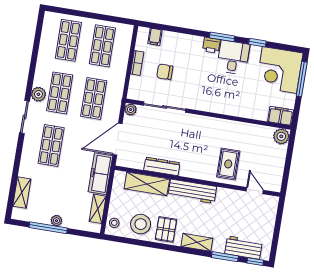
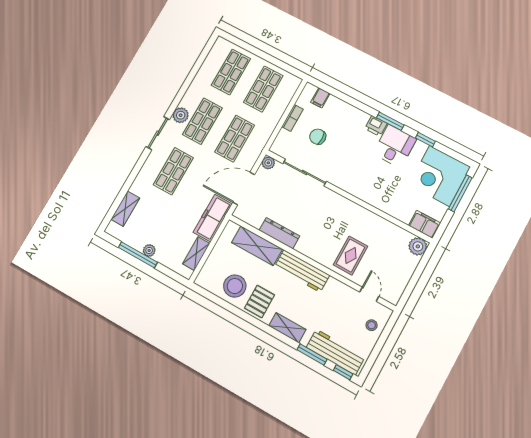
stool: (114, 223) -> (372, 325), moved
workbench: (244, 248) -> (336, 352), width x1.38

